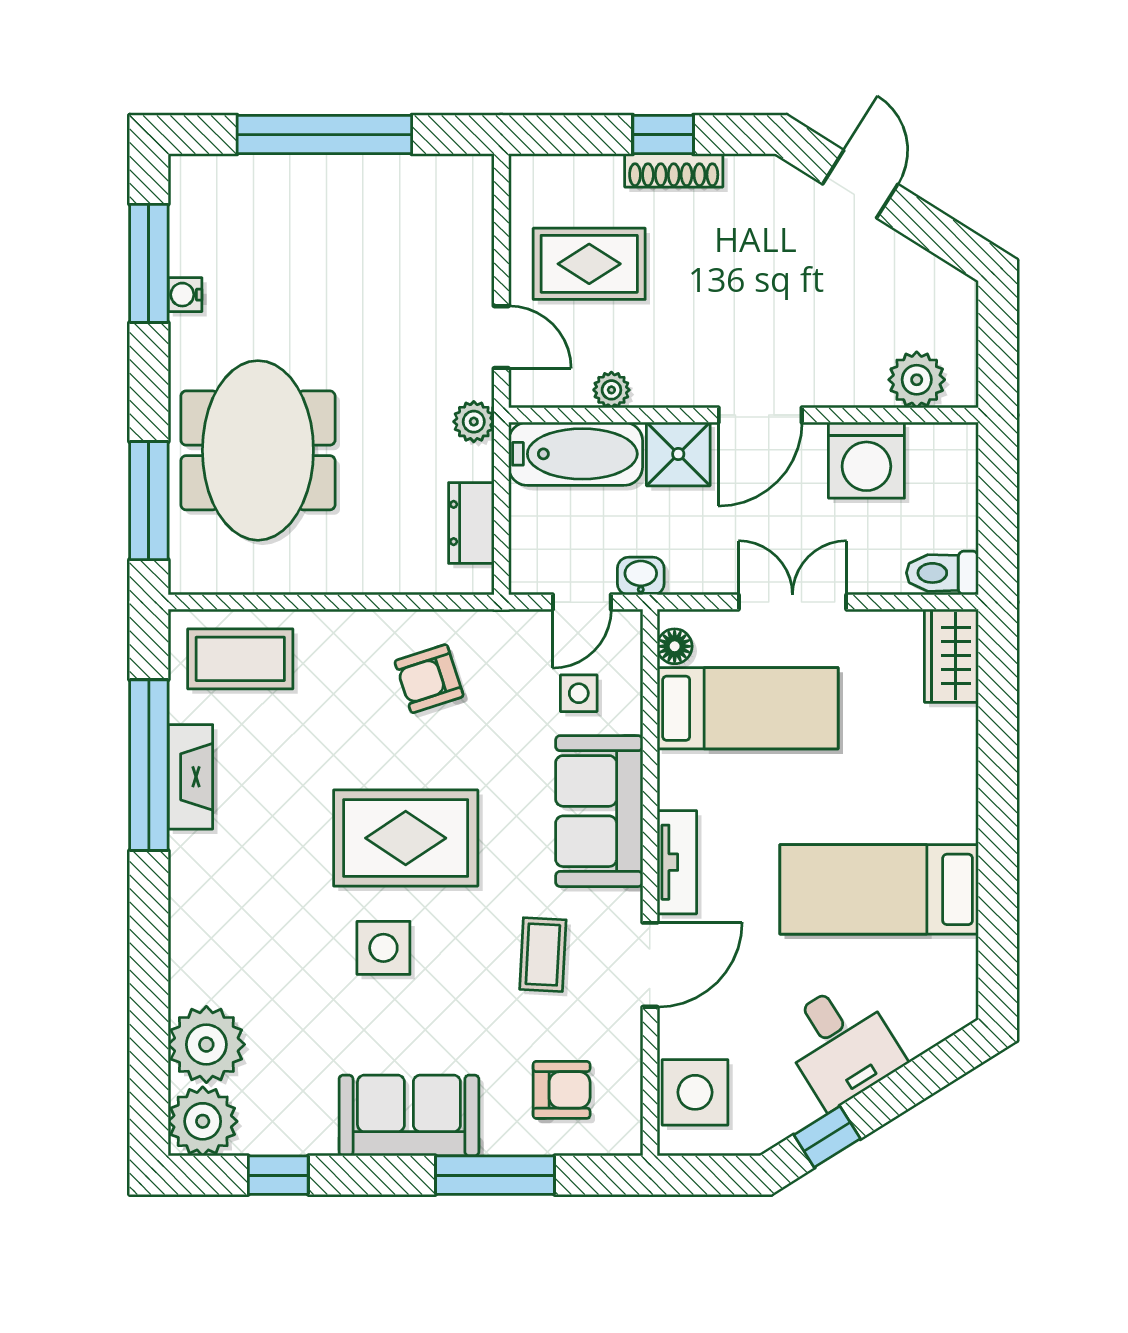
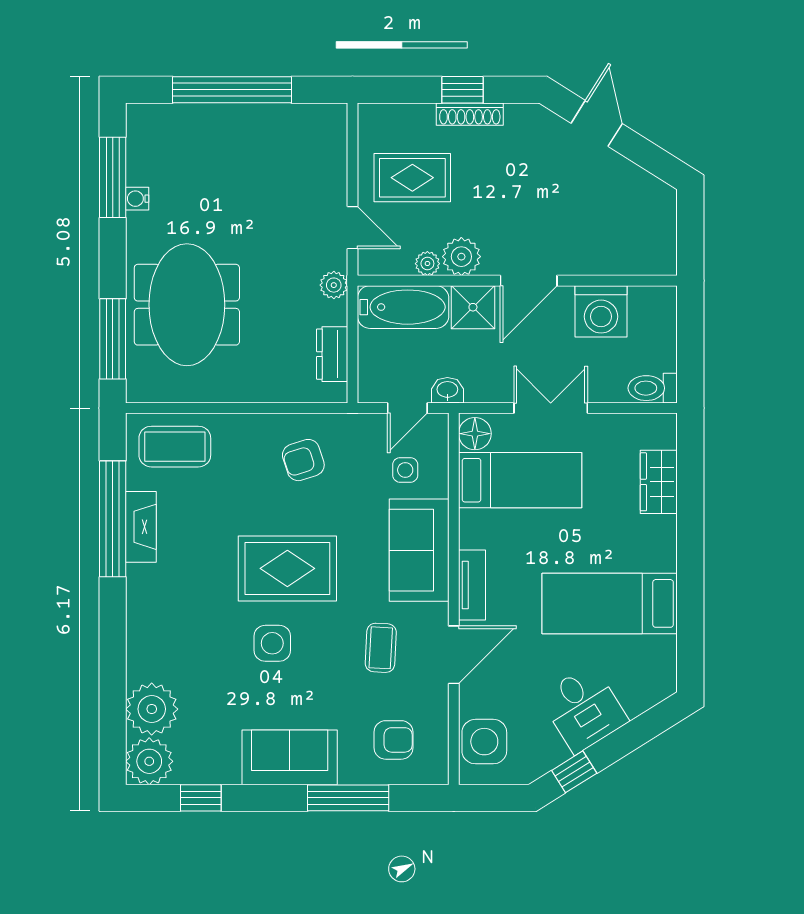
plant: (917, 380) -> (461, 257), moved
floor lamp: (675, 646) -> (475, 434), width x1.37, depth x1.37
wardrobe: (951, 656) -> (659, 482), moved

